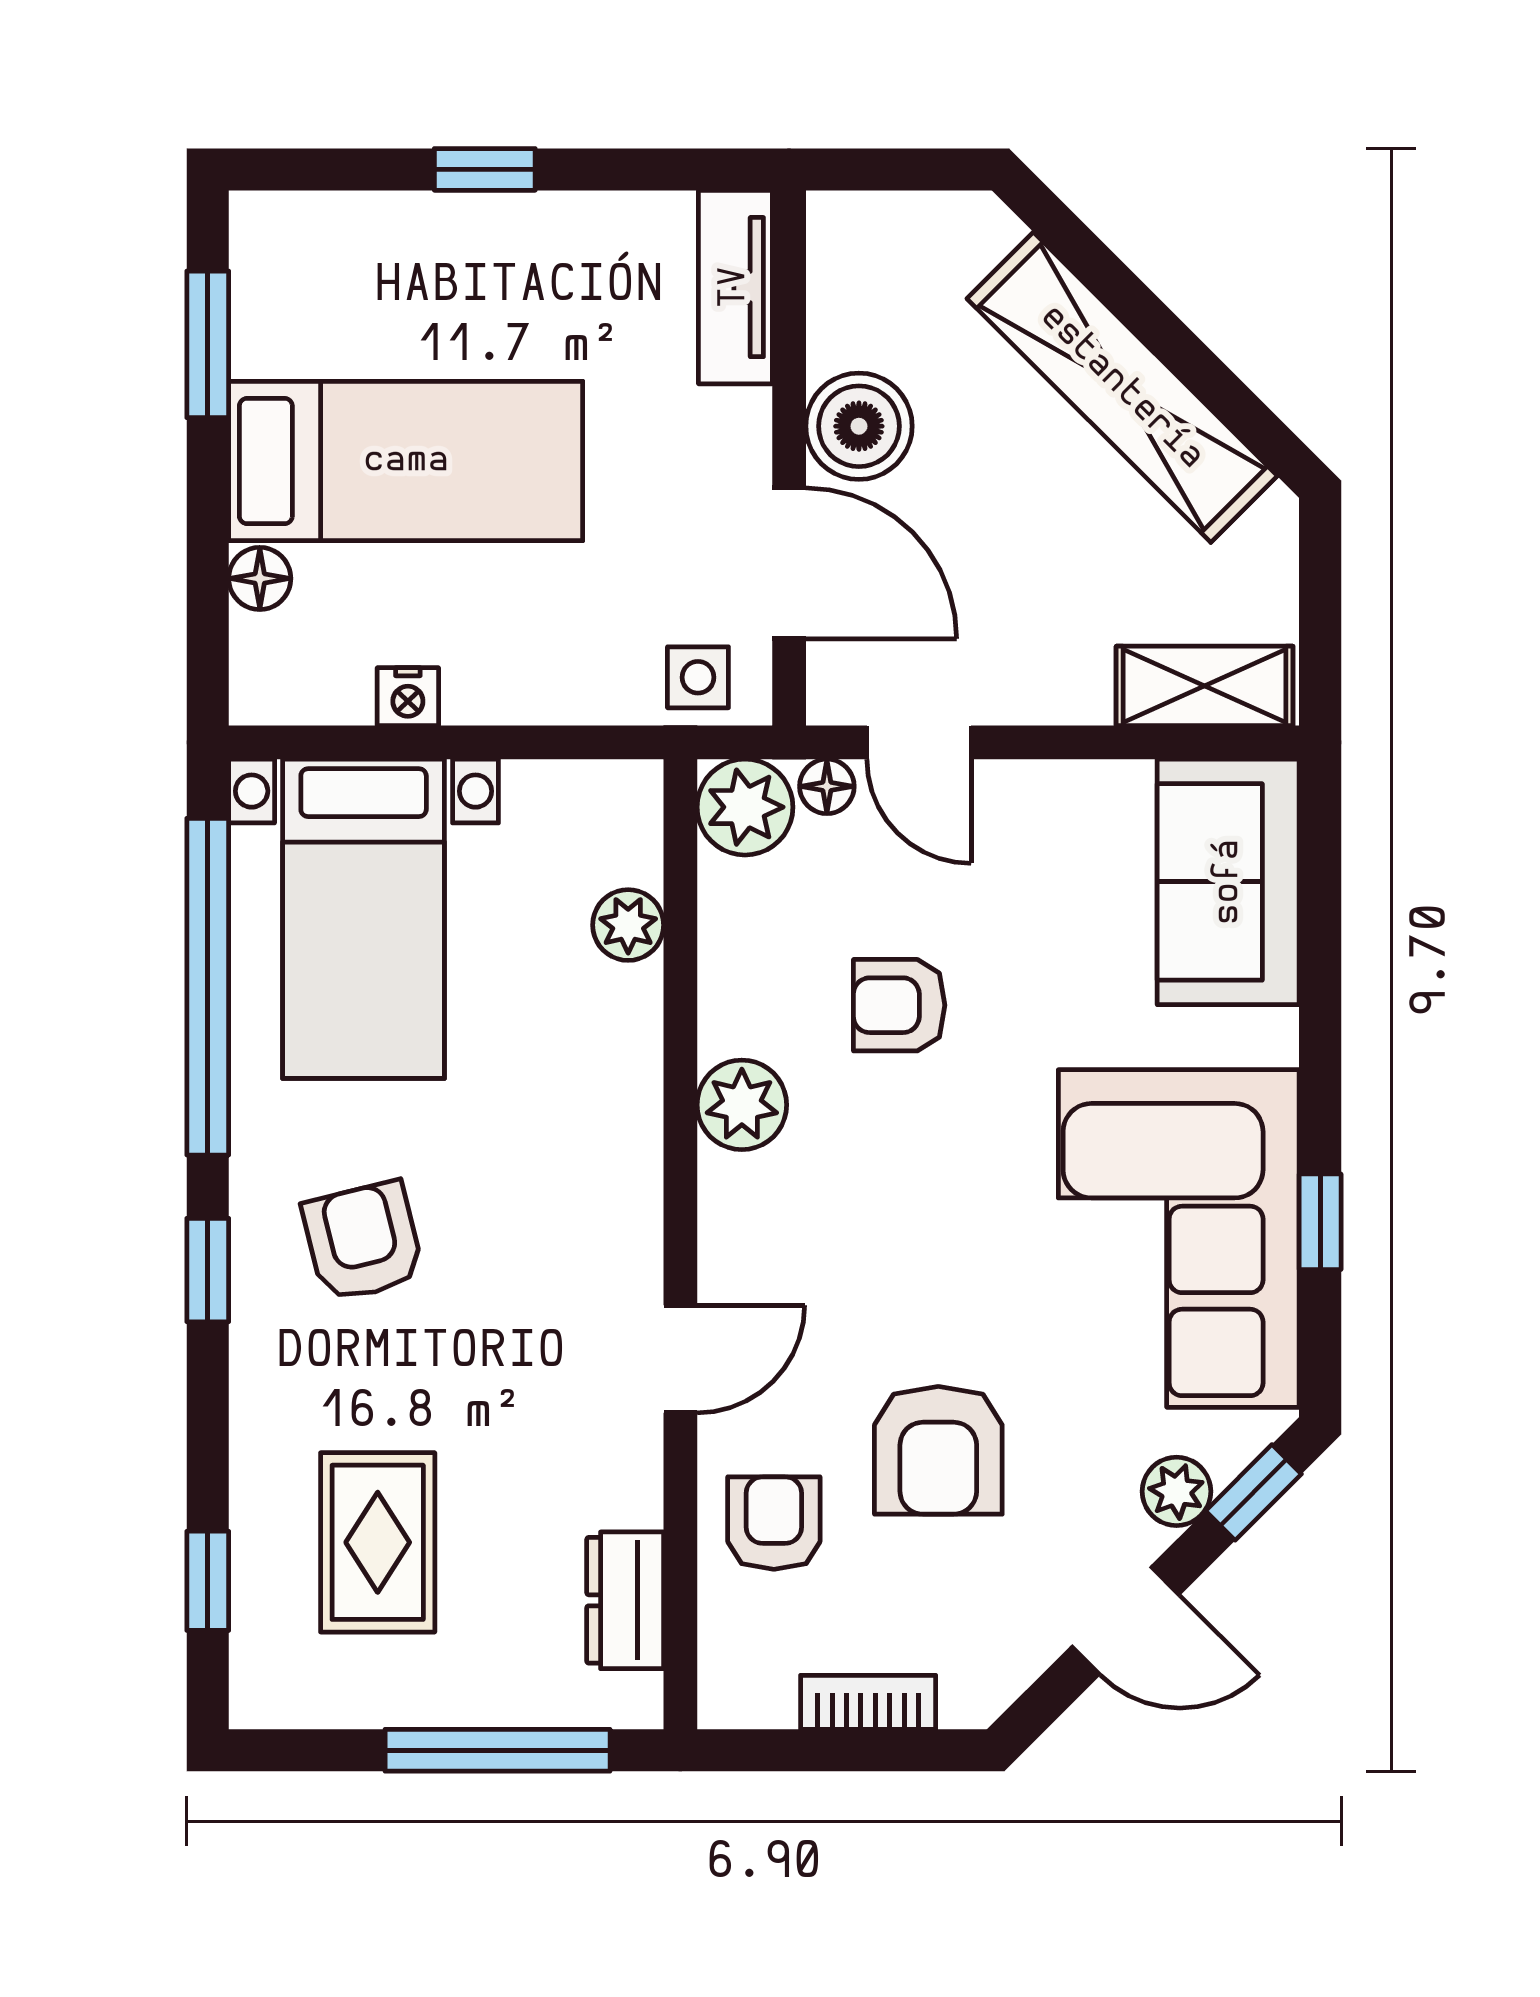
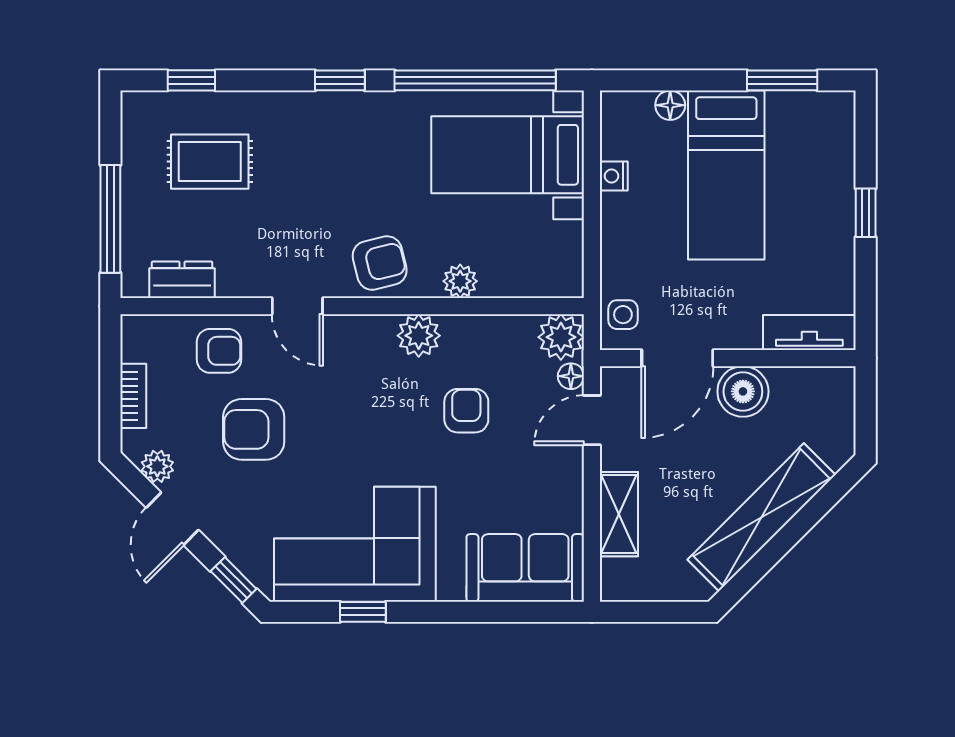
shelving: (1205, 686) -> (619, 514), moved
plant: (628, 925) -> (460, 281), moved
armchair: (363, 1241) -> (380, 263), moved
plant: (1177, 1491) -> (157, 466), moved

